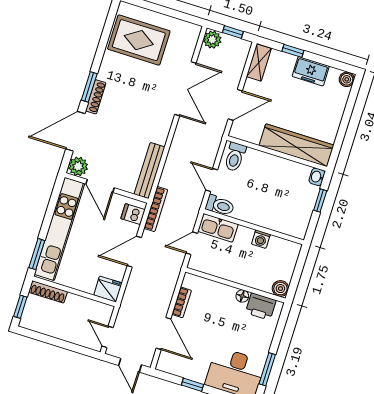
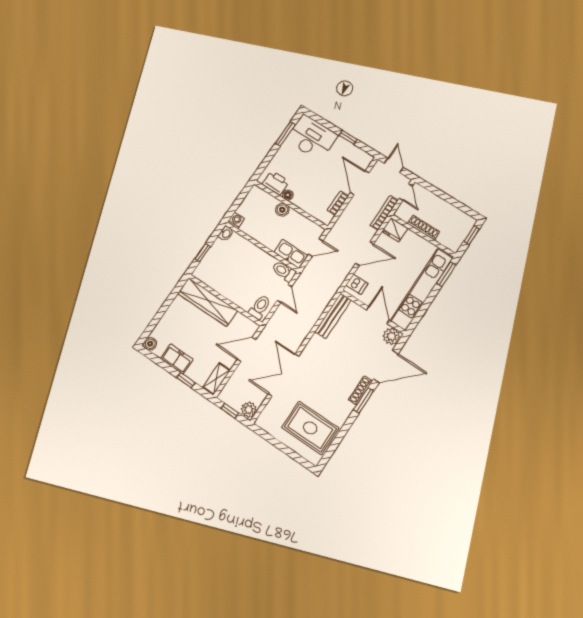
washbasin: (317, 177) -> (226, 234), moved
bookcase: (156, 209) -> (384, 213), moved
washing machine: (261, 239) -> (236, 220), moved
boiler: (280, 289) -> (282, 210), moved
shoe rack: (48, 292) -> (424, 228), moved

